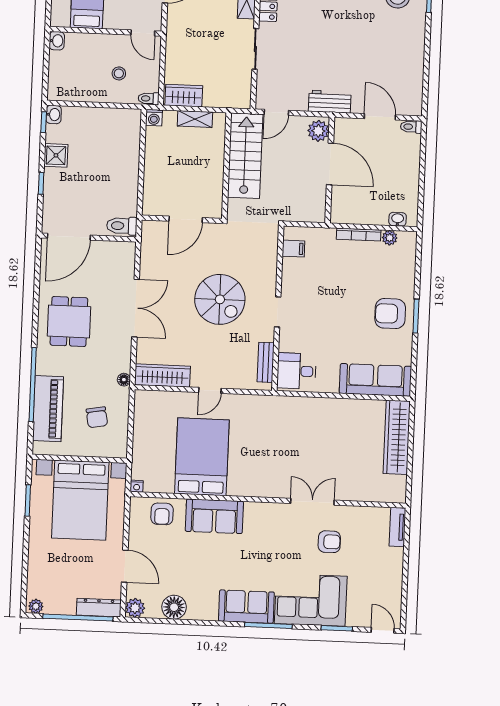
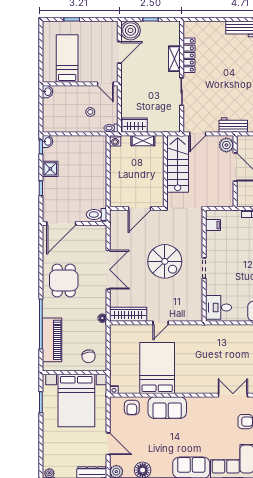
bench: (266, 362) -> (197, 302), removed
chair: (97, 417) -> (89, 356), moved

